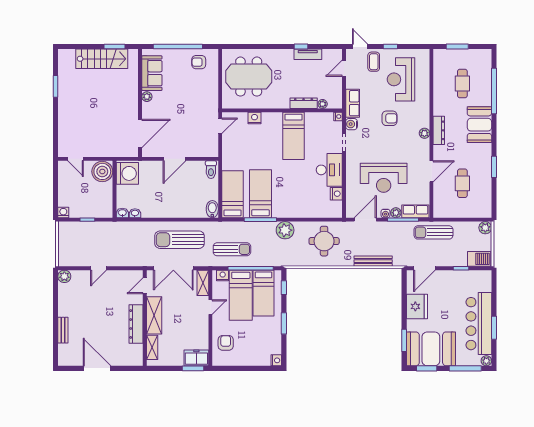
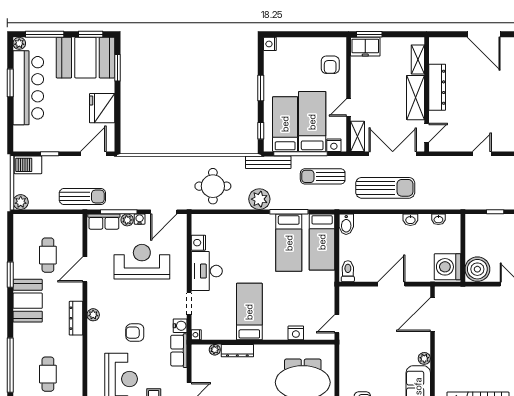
booth: (479, 125) -> (28, 301), moved
washbasin: (122, 213) -> (410, 220), moved
bench: (373, 261) -> (268, 162), moved

